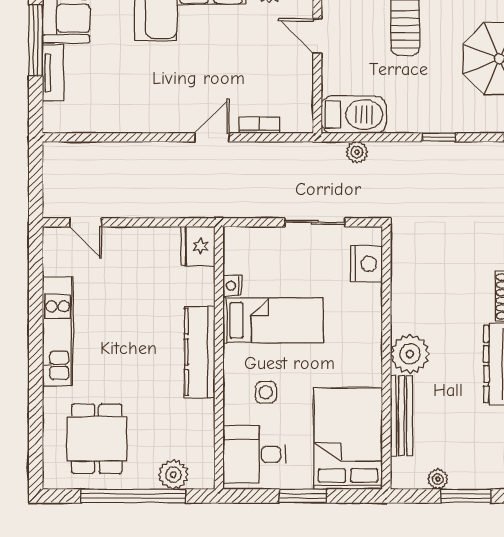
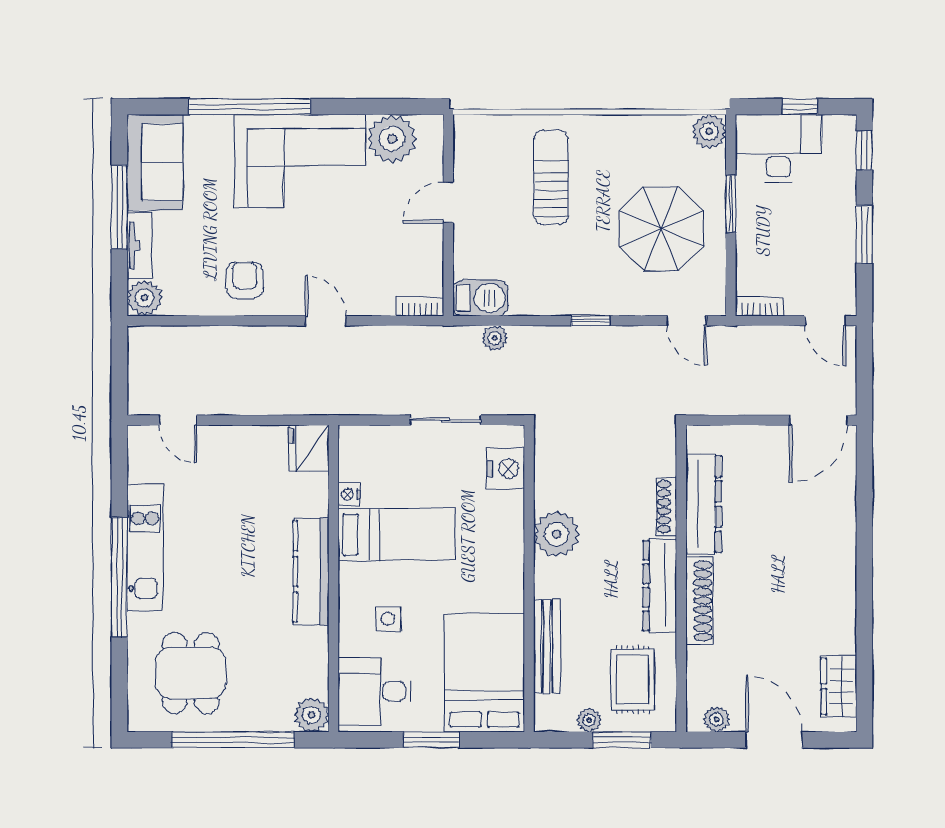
door: (317, 36) -> (448, 202), hinge flipped
armchair: (143, 103) -> (245, 280), added
barbecue: (354, 115) -> (481, 298), width x0.73, depth x0.83
plant: (57, 118) -> (145, 298), added
bookcase: (259, 125) -> (420, 307), moved
door: (212, 137) -> (325, 321), hinge flipped
plant: (410, 354) -> (557, 534), moved
window: (36, 357) -> (119, 577), added
rug: (475, 444) -> (633, 680), added
plant: (173, 475) -> (312, 715), moved

